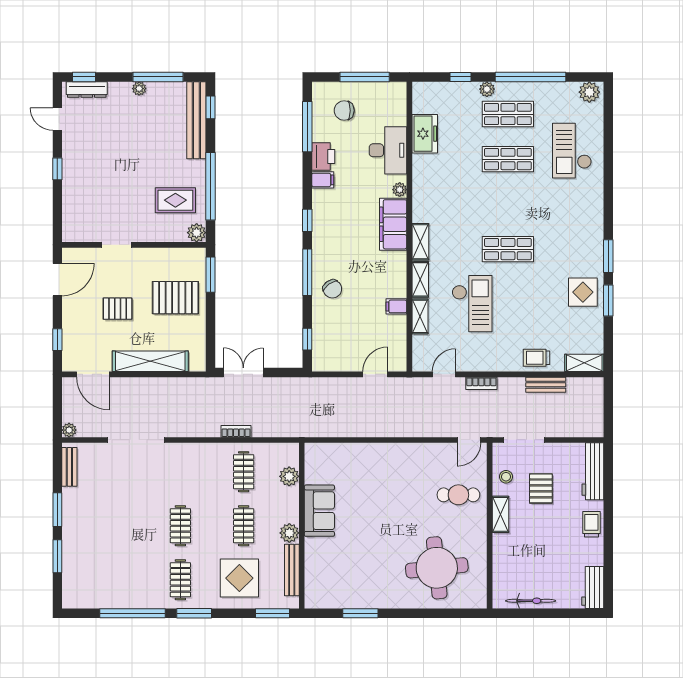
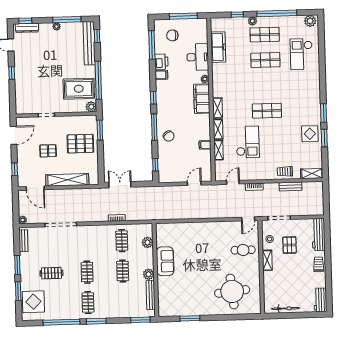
freezer: (425, 134) -> (218, 47), width x1.40
rug: (175, 200) -> (79, 89), width x1.36, depth x1.43
clothes rail: (117, 526) -> (51, 273), added
display table: (239, 578) -> (33, 302), moved

